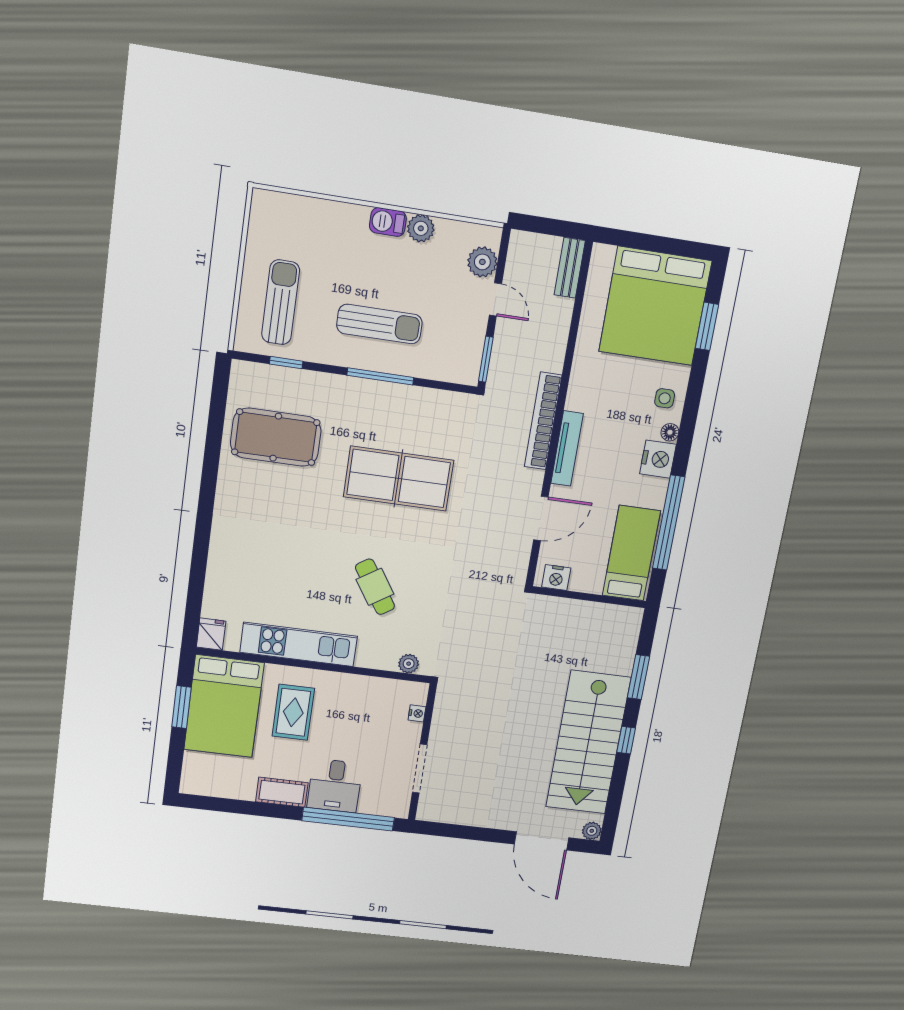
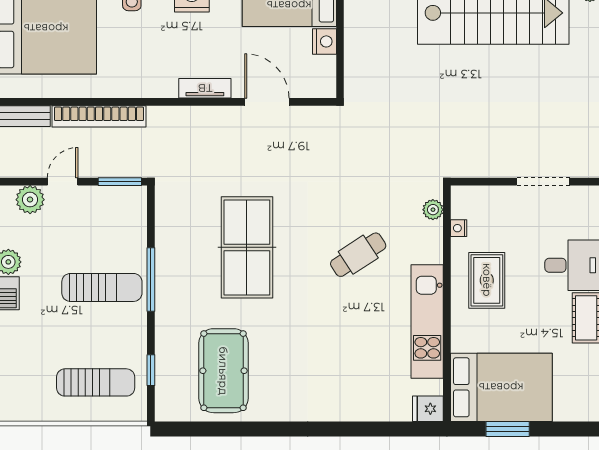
sun lounger: (281, 302) -> (96, 382), turned 180
sun lounger: (379, 324) -> (102, 287), turned 90
bookcase: (543, 421) -> (99, 116), moved
tv unit: (567, 449) -> (205, 88), width x0.71
nightstand: (556, 578) -> (324, 41), moved
rug: (293, 712) -> (487, 280), moved, turned 90
nightstand: (417, 713) -> (459, 228), moved, turned -90

